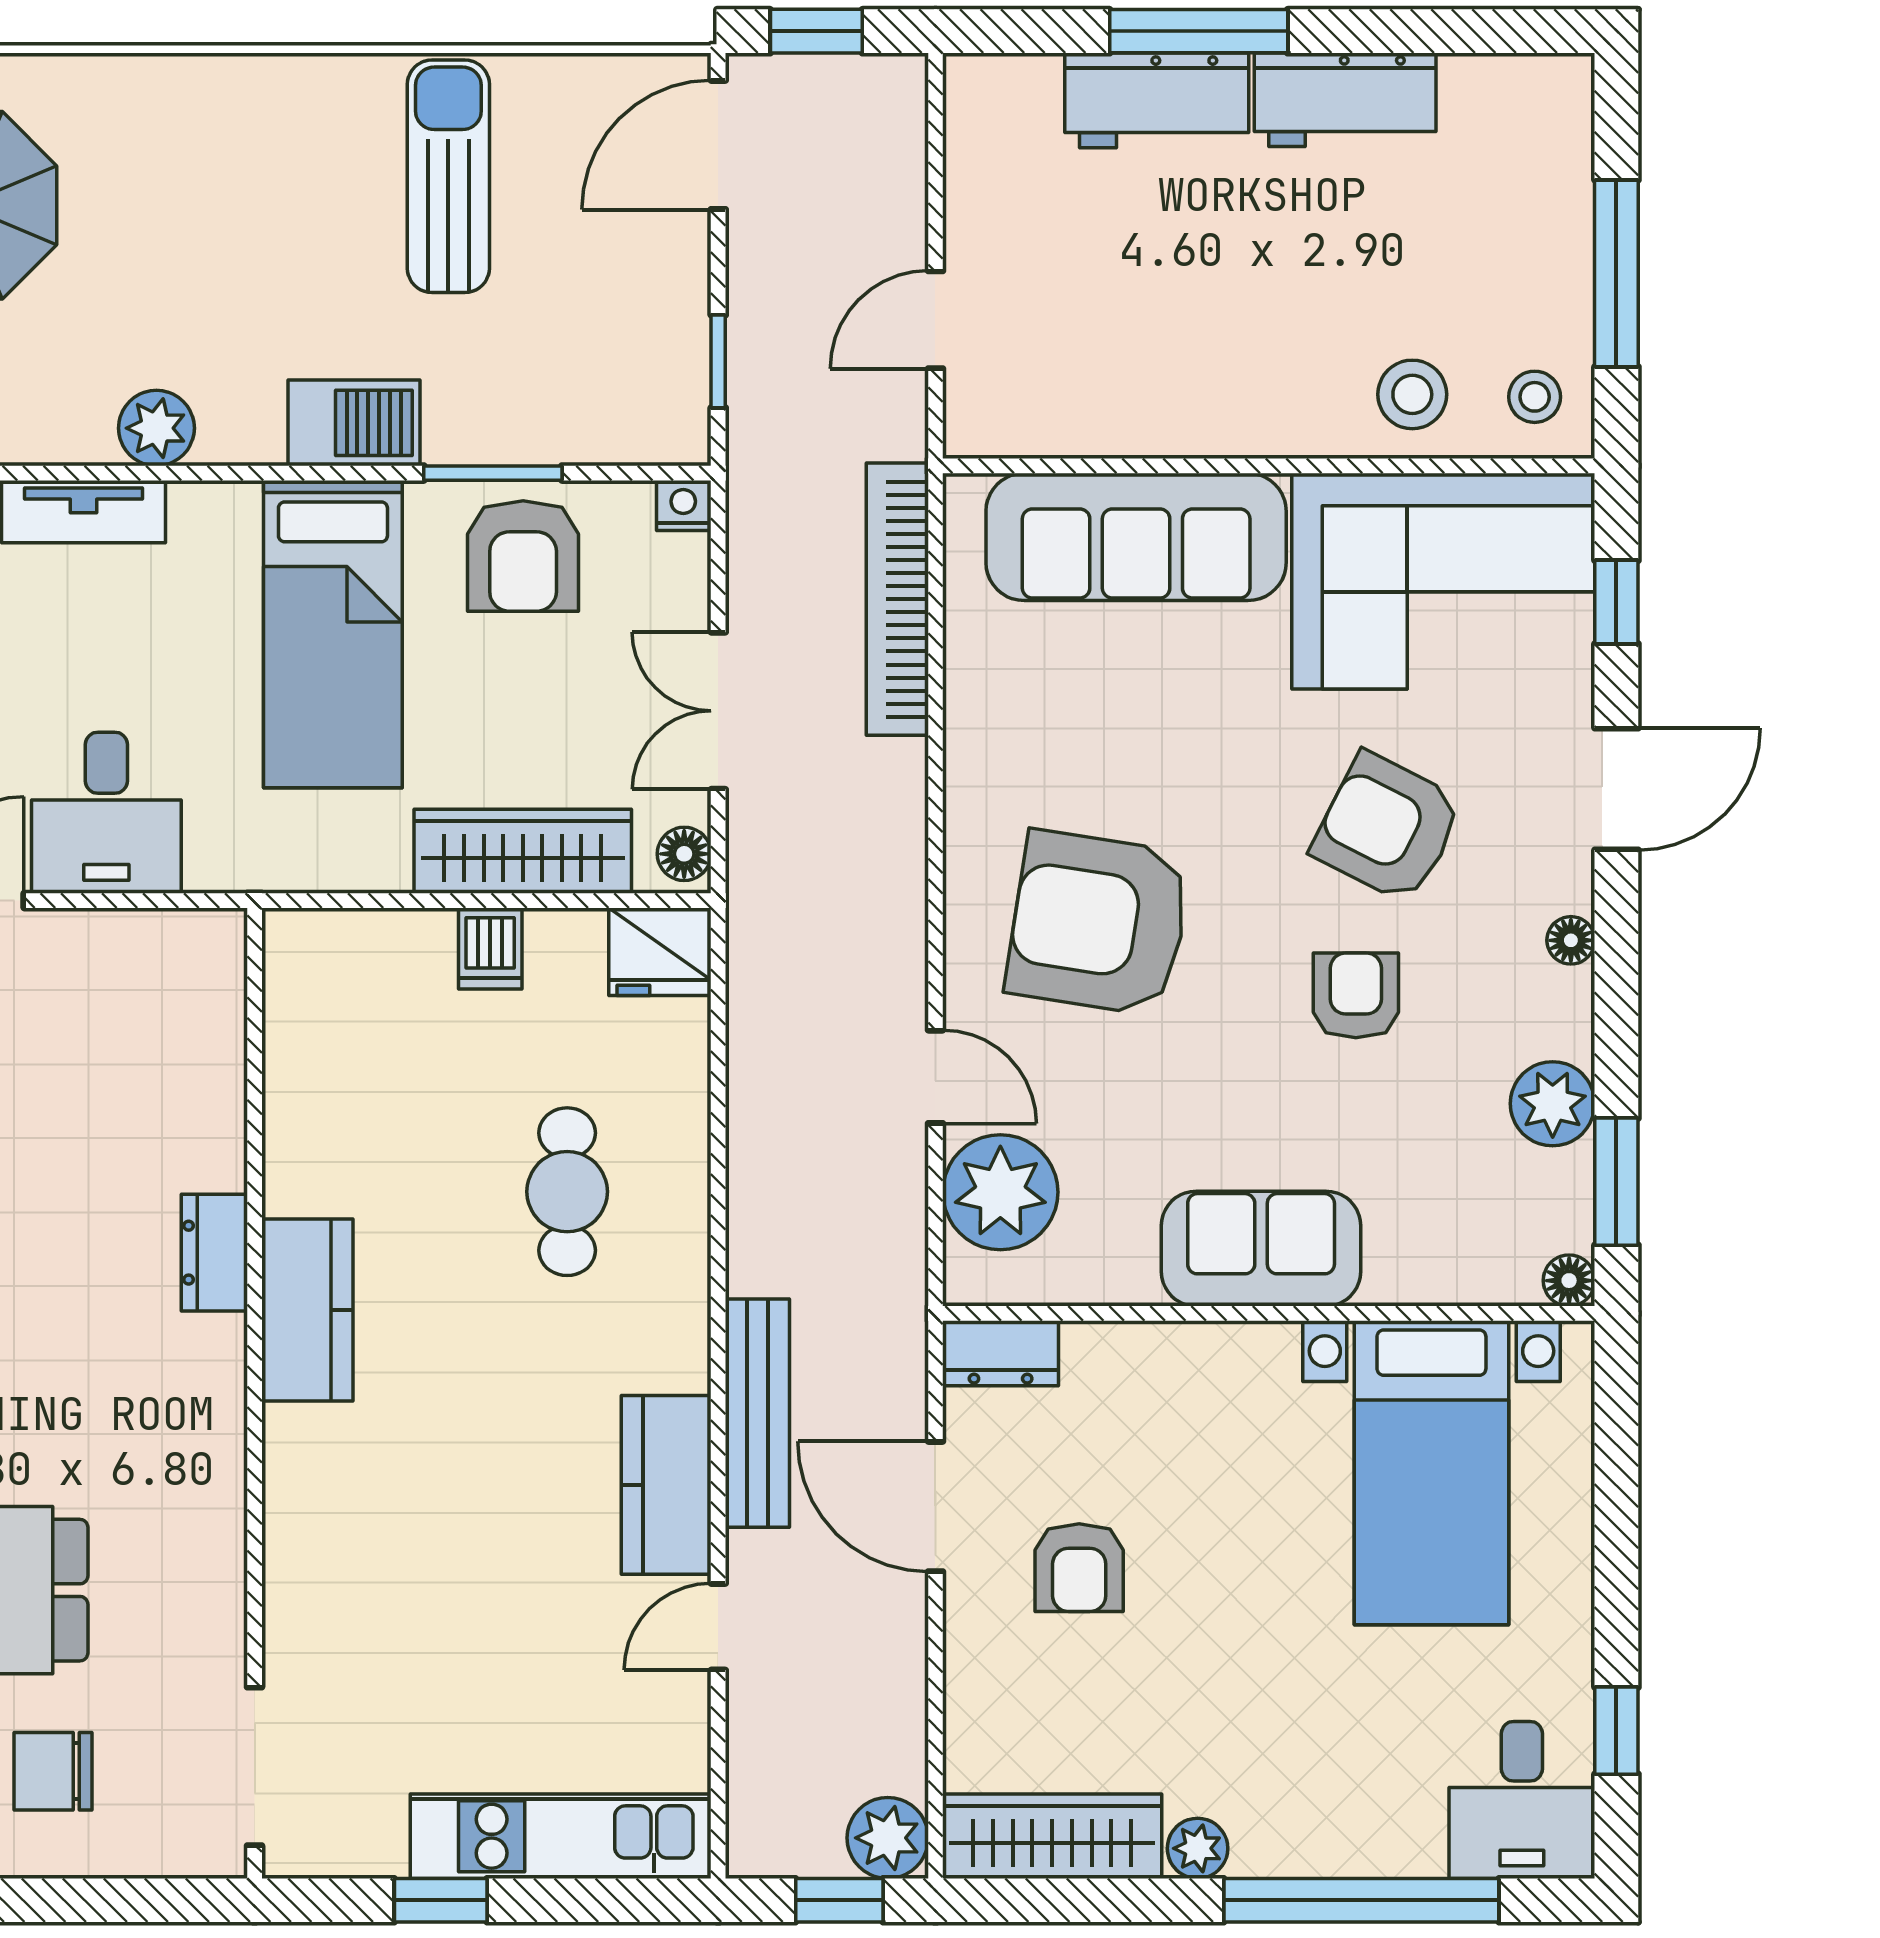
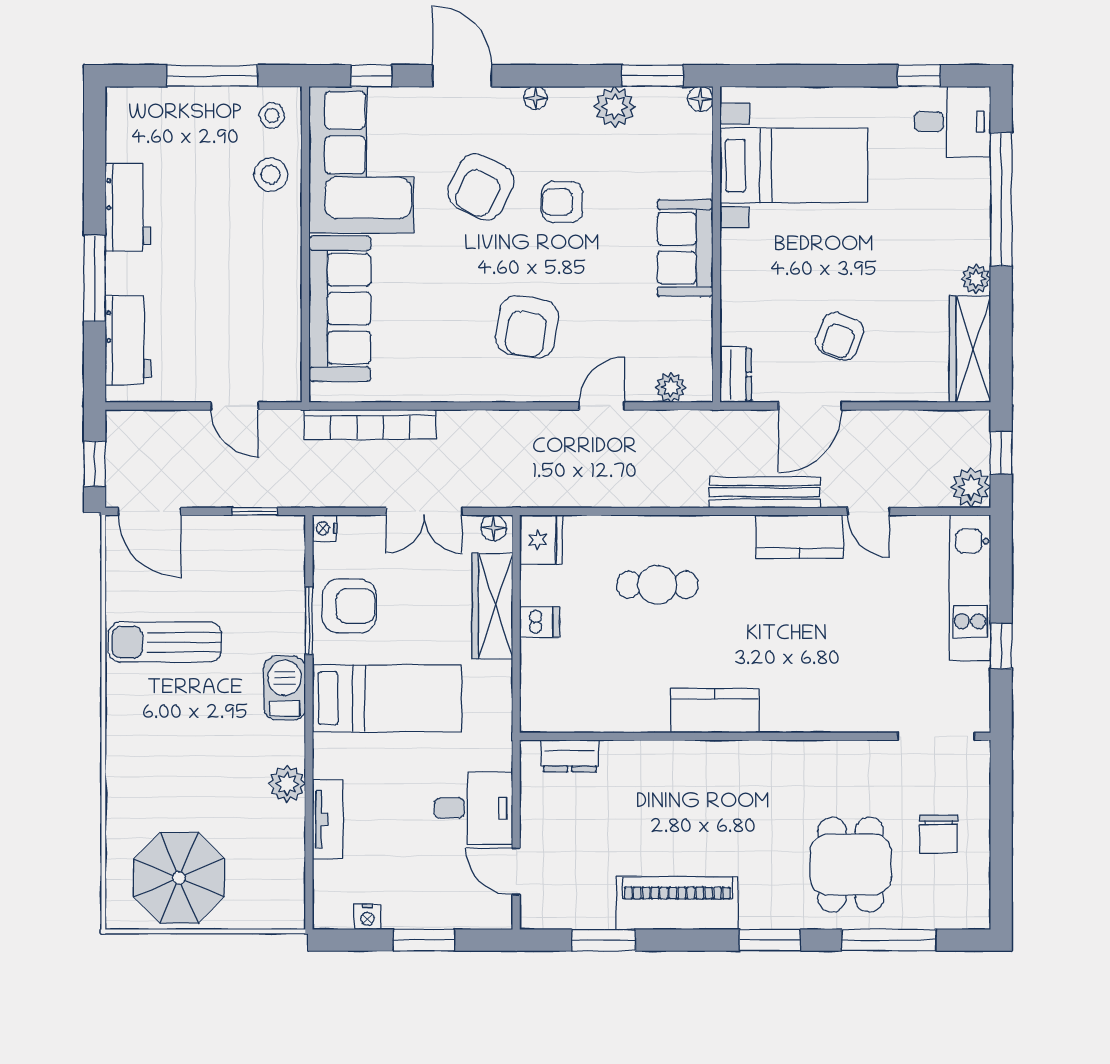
workbench: (1157, 100) -> (128, 340), moved
armchair: (1099, 923) -> (527, 327), width x0.73, depth x0.73
plant: (1000, 1192) -> (671, 388), width x0.53, depth x0.53
dresser: (214, 1253) -> (570, 756), moved
armchair: (1079, 1568) -> (840, 336), turned 111
plant: (888, 1838) -> (971, 487), moved

